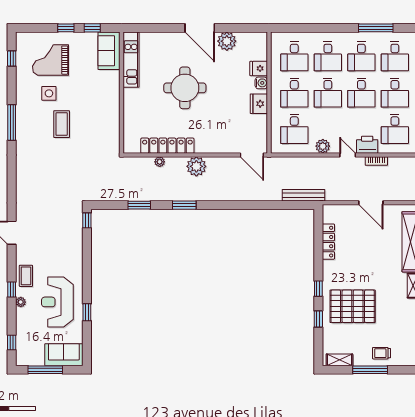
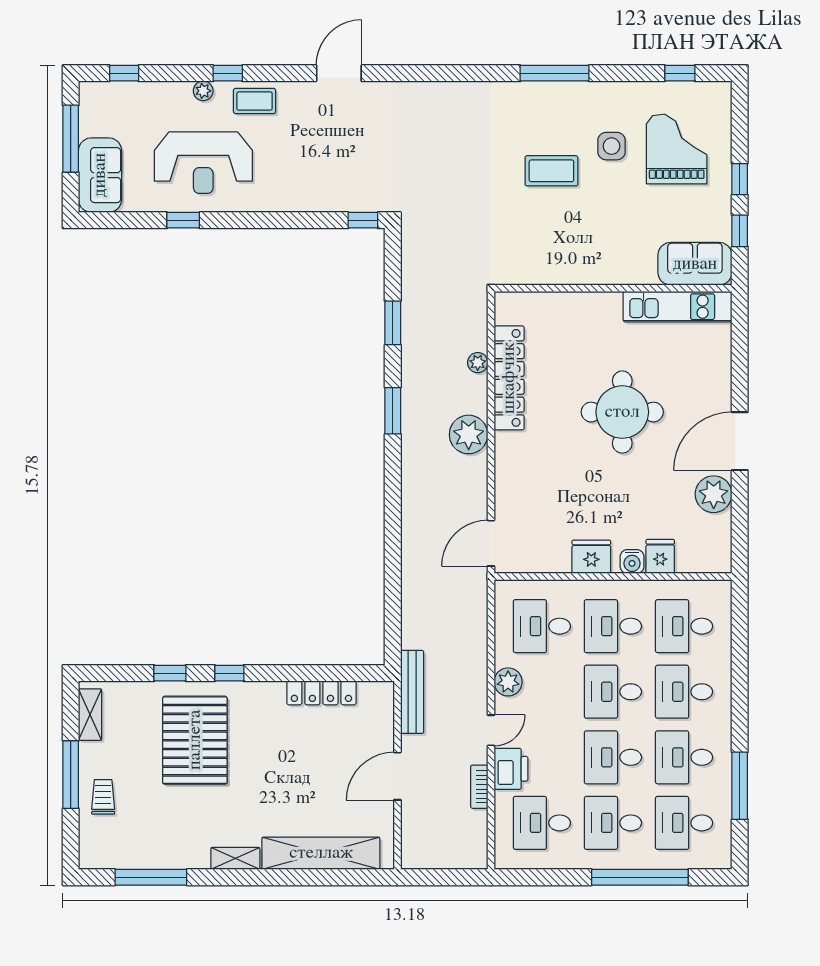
bench: (304, 195) -> (412, 692), moved
reception desk: (57, 302) -> (203, 163), turned 180

